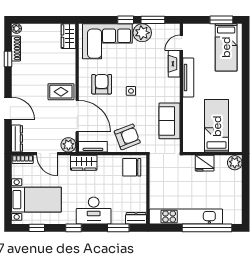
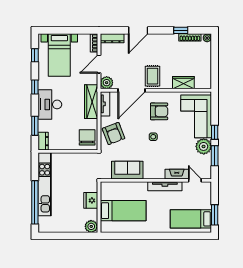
wardrobe: (68, 36) -> (183, 83), moved
wardrobe: (84, 163) -> (91, 102), width x1.50

